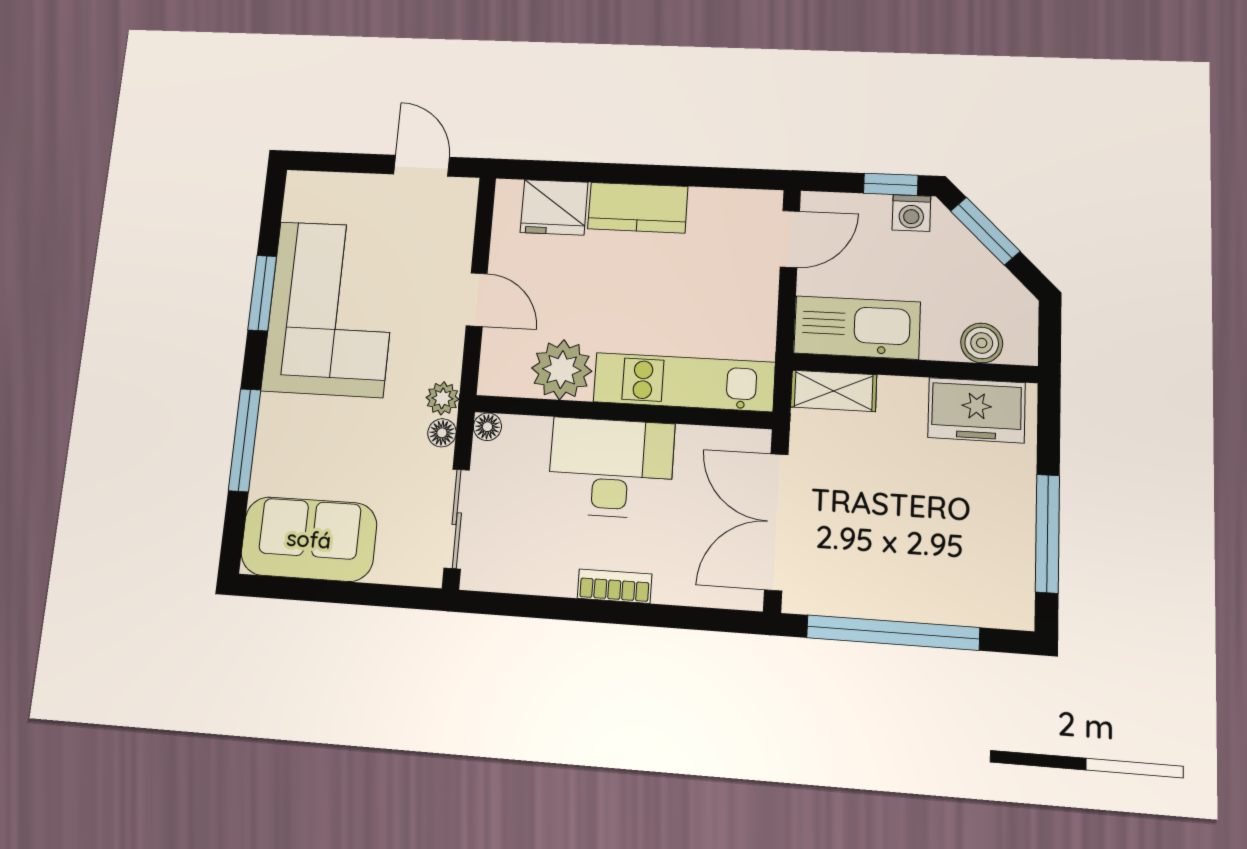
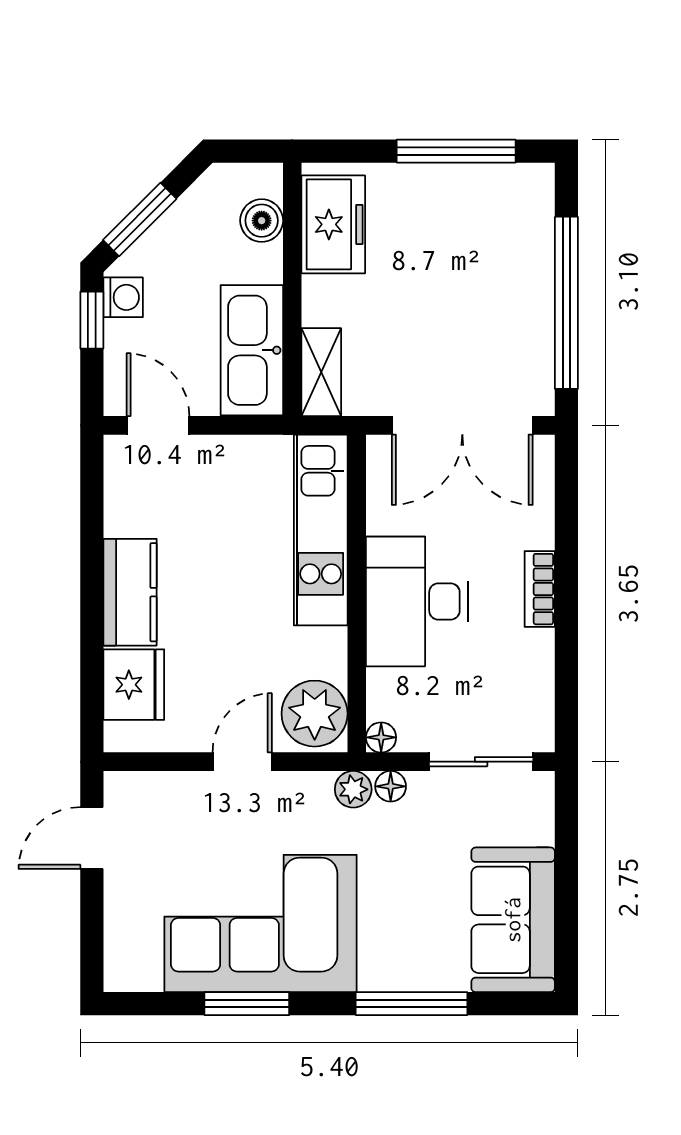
plant: (562, 370) -> (315, 714), moved

